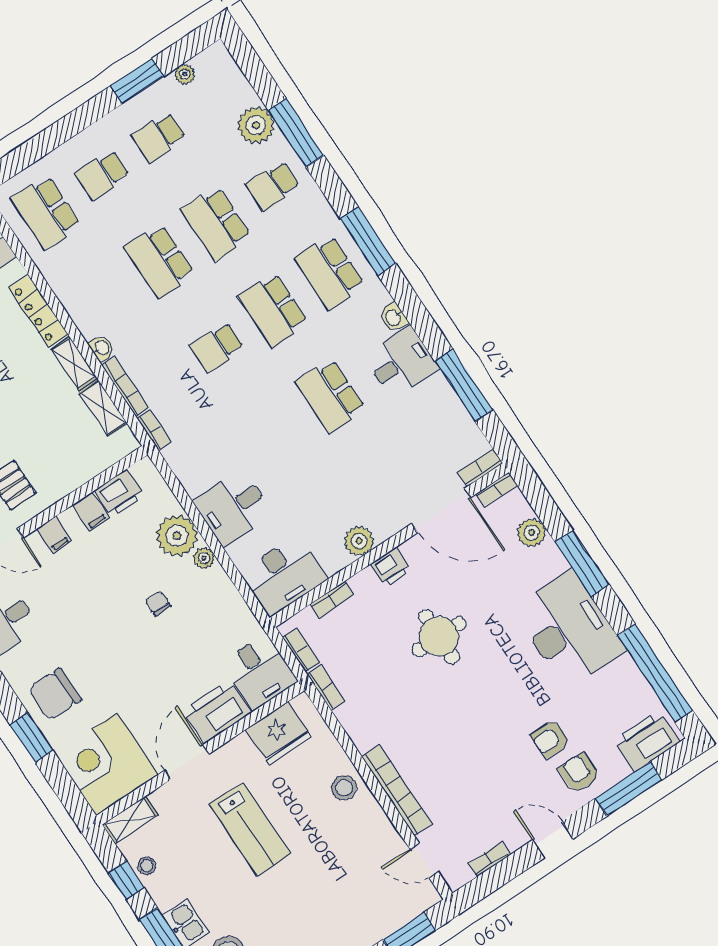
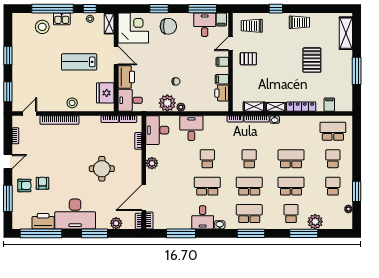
school desk: (274, 433) -> (207, 159), added
plant: (177, 536) -> (167, 103), moved
printer: (390, 567) -> (136, 168), removed
chair: (55, 694) -> (168, 26), turned 90
printer: (647, 741) -> (43, 221), moved, turned -90

